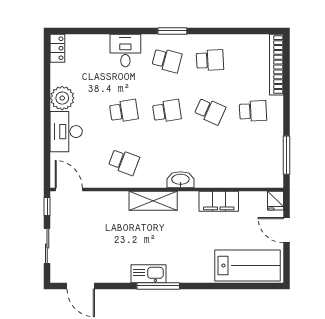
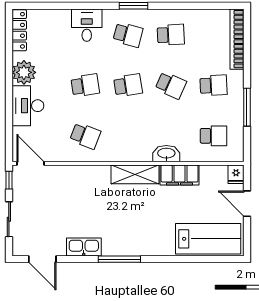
locker: (57, 48) -> (19, 30), width x1.53
window: (287, 155) -> (247, 107), moved
school desk: (253, 162) -> (214, 136), added
washbasin: (180, 180) -> (166, 154), moved
shelving: (153, 201) -> (135, 174), moved
kitchen sink: (149, 274) -> (84, 247), moved

